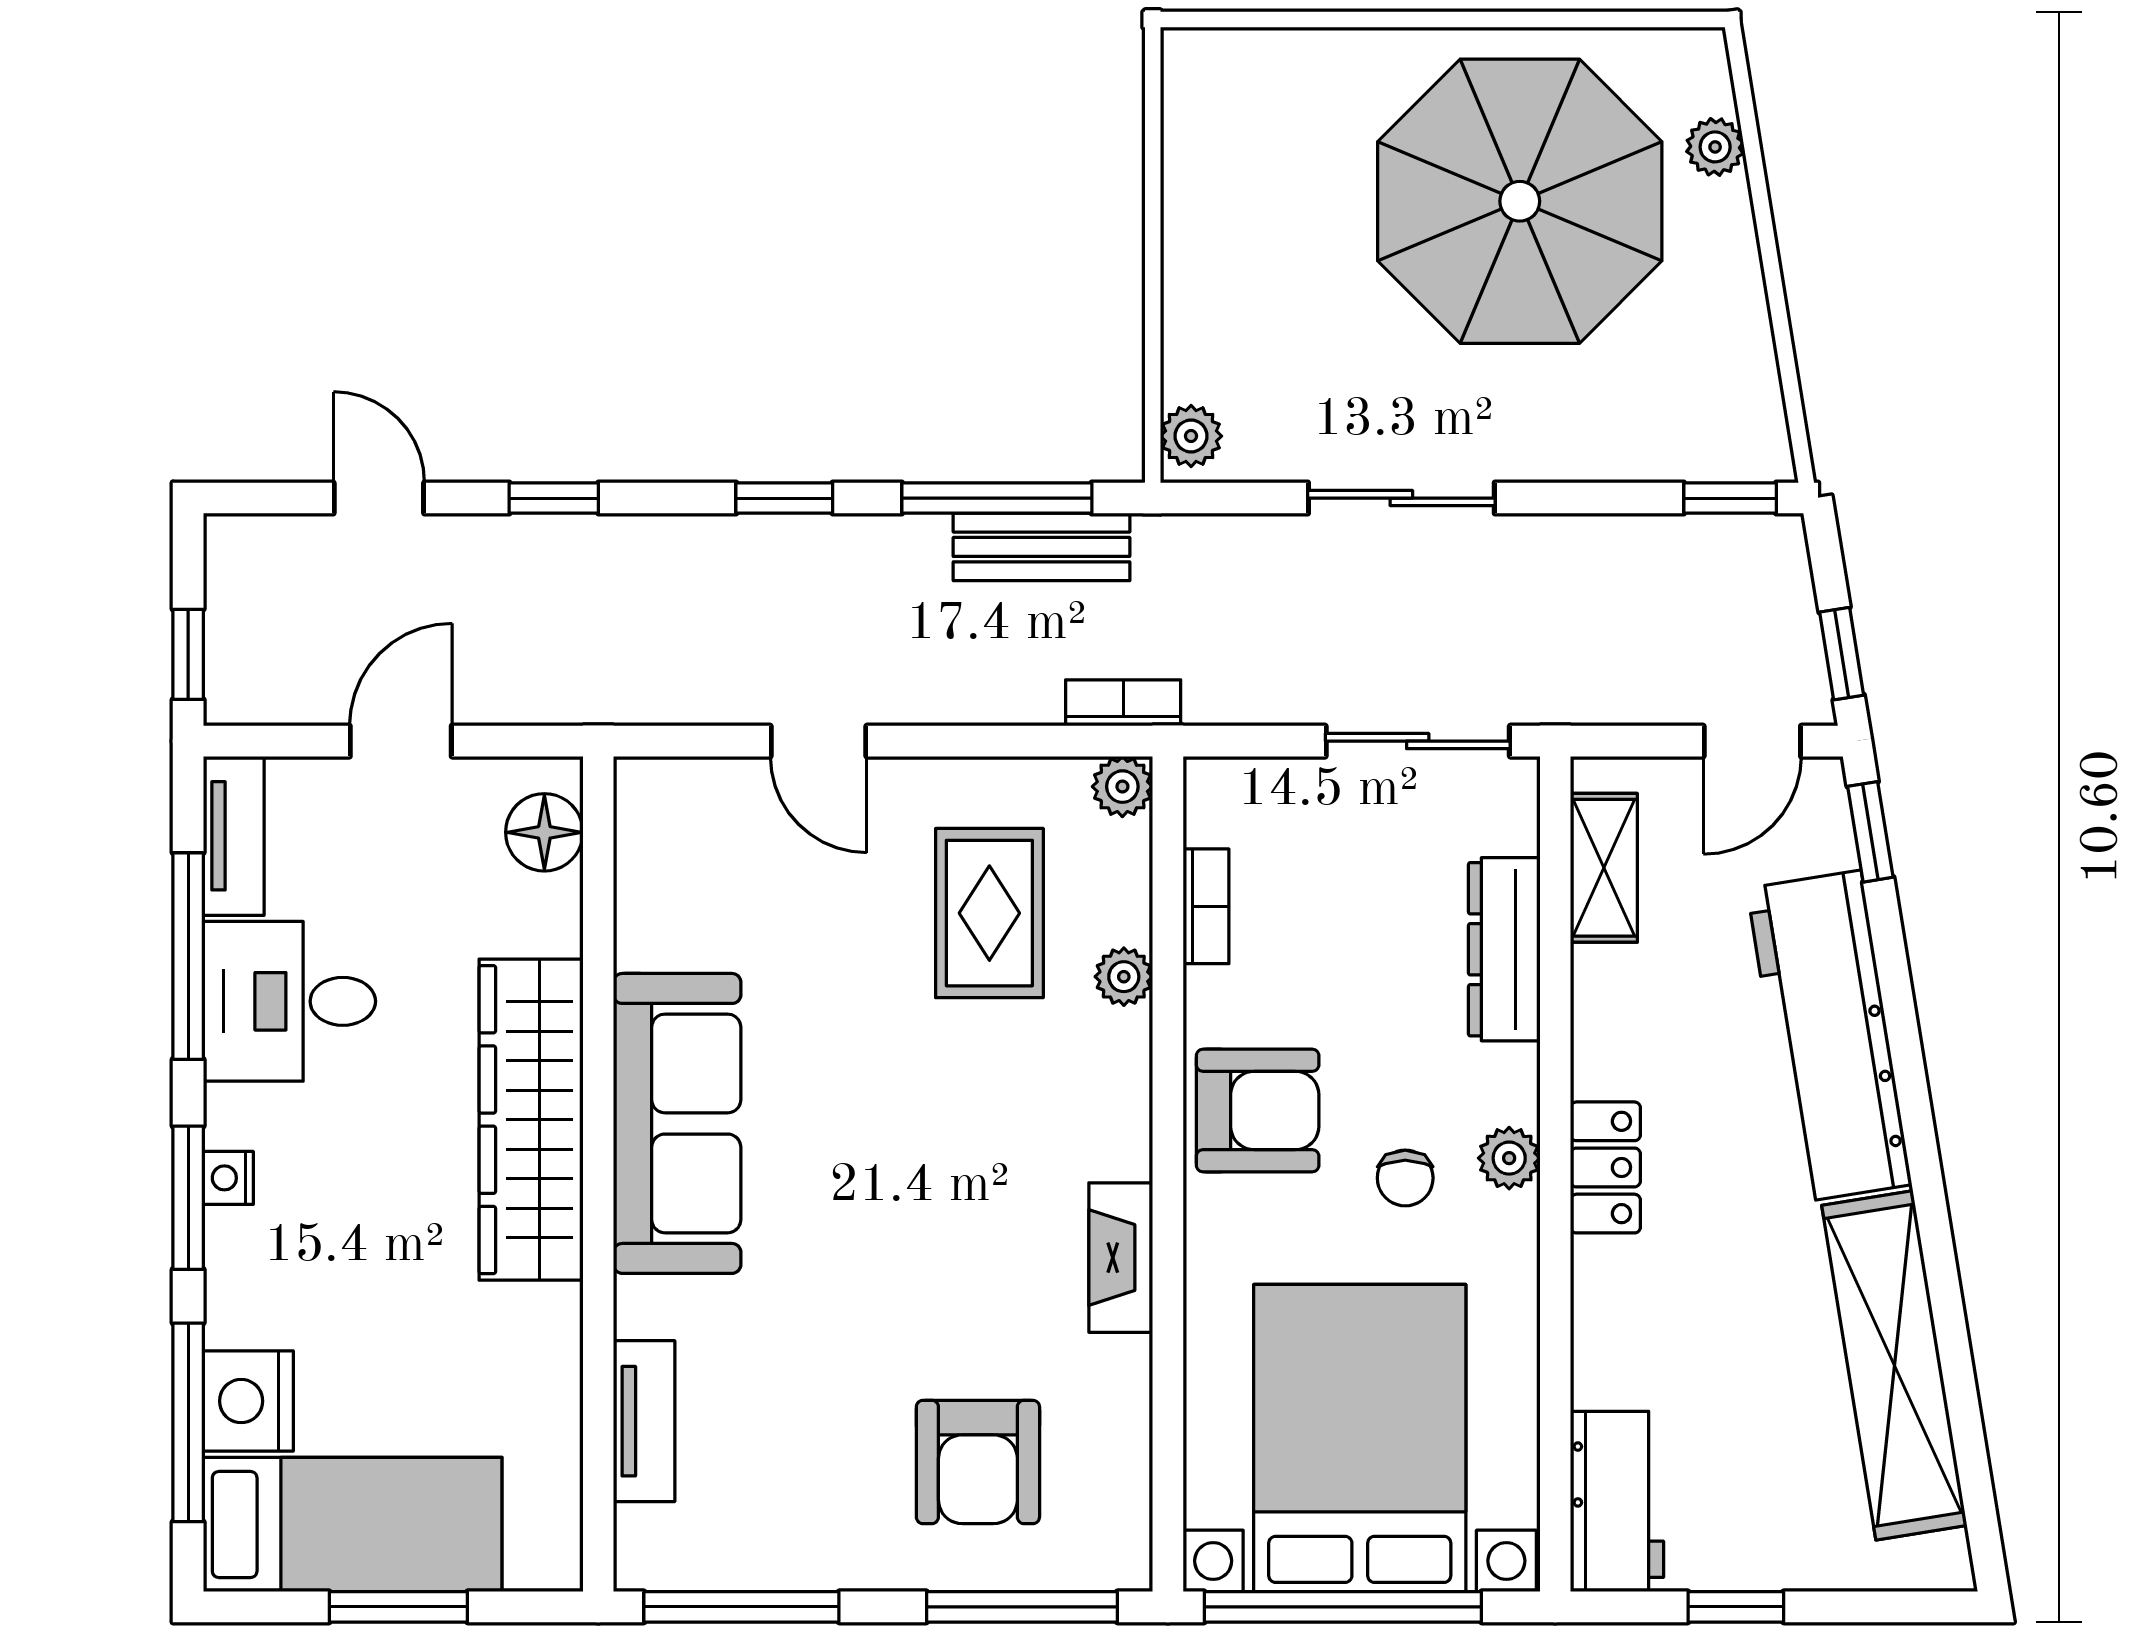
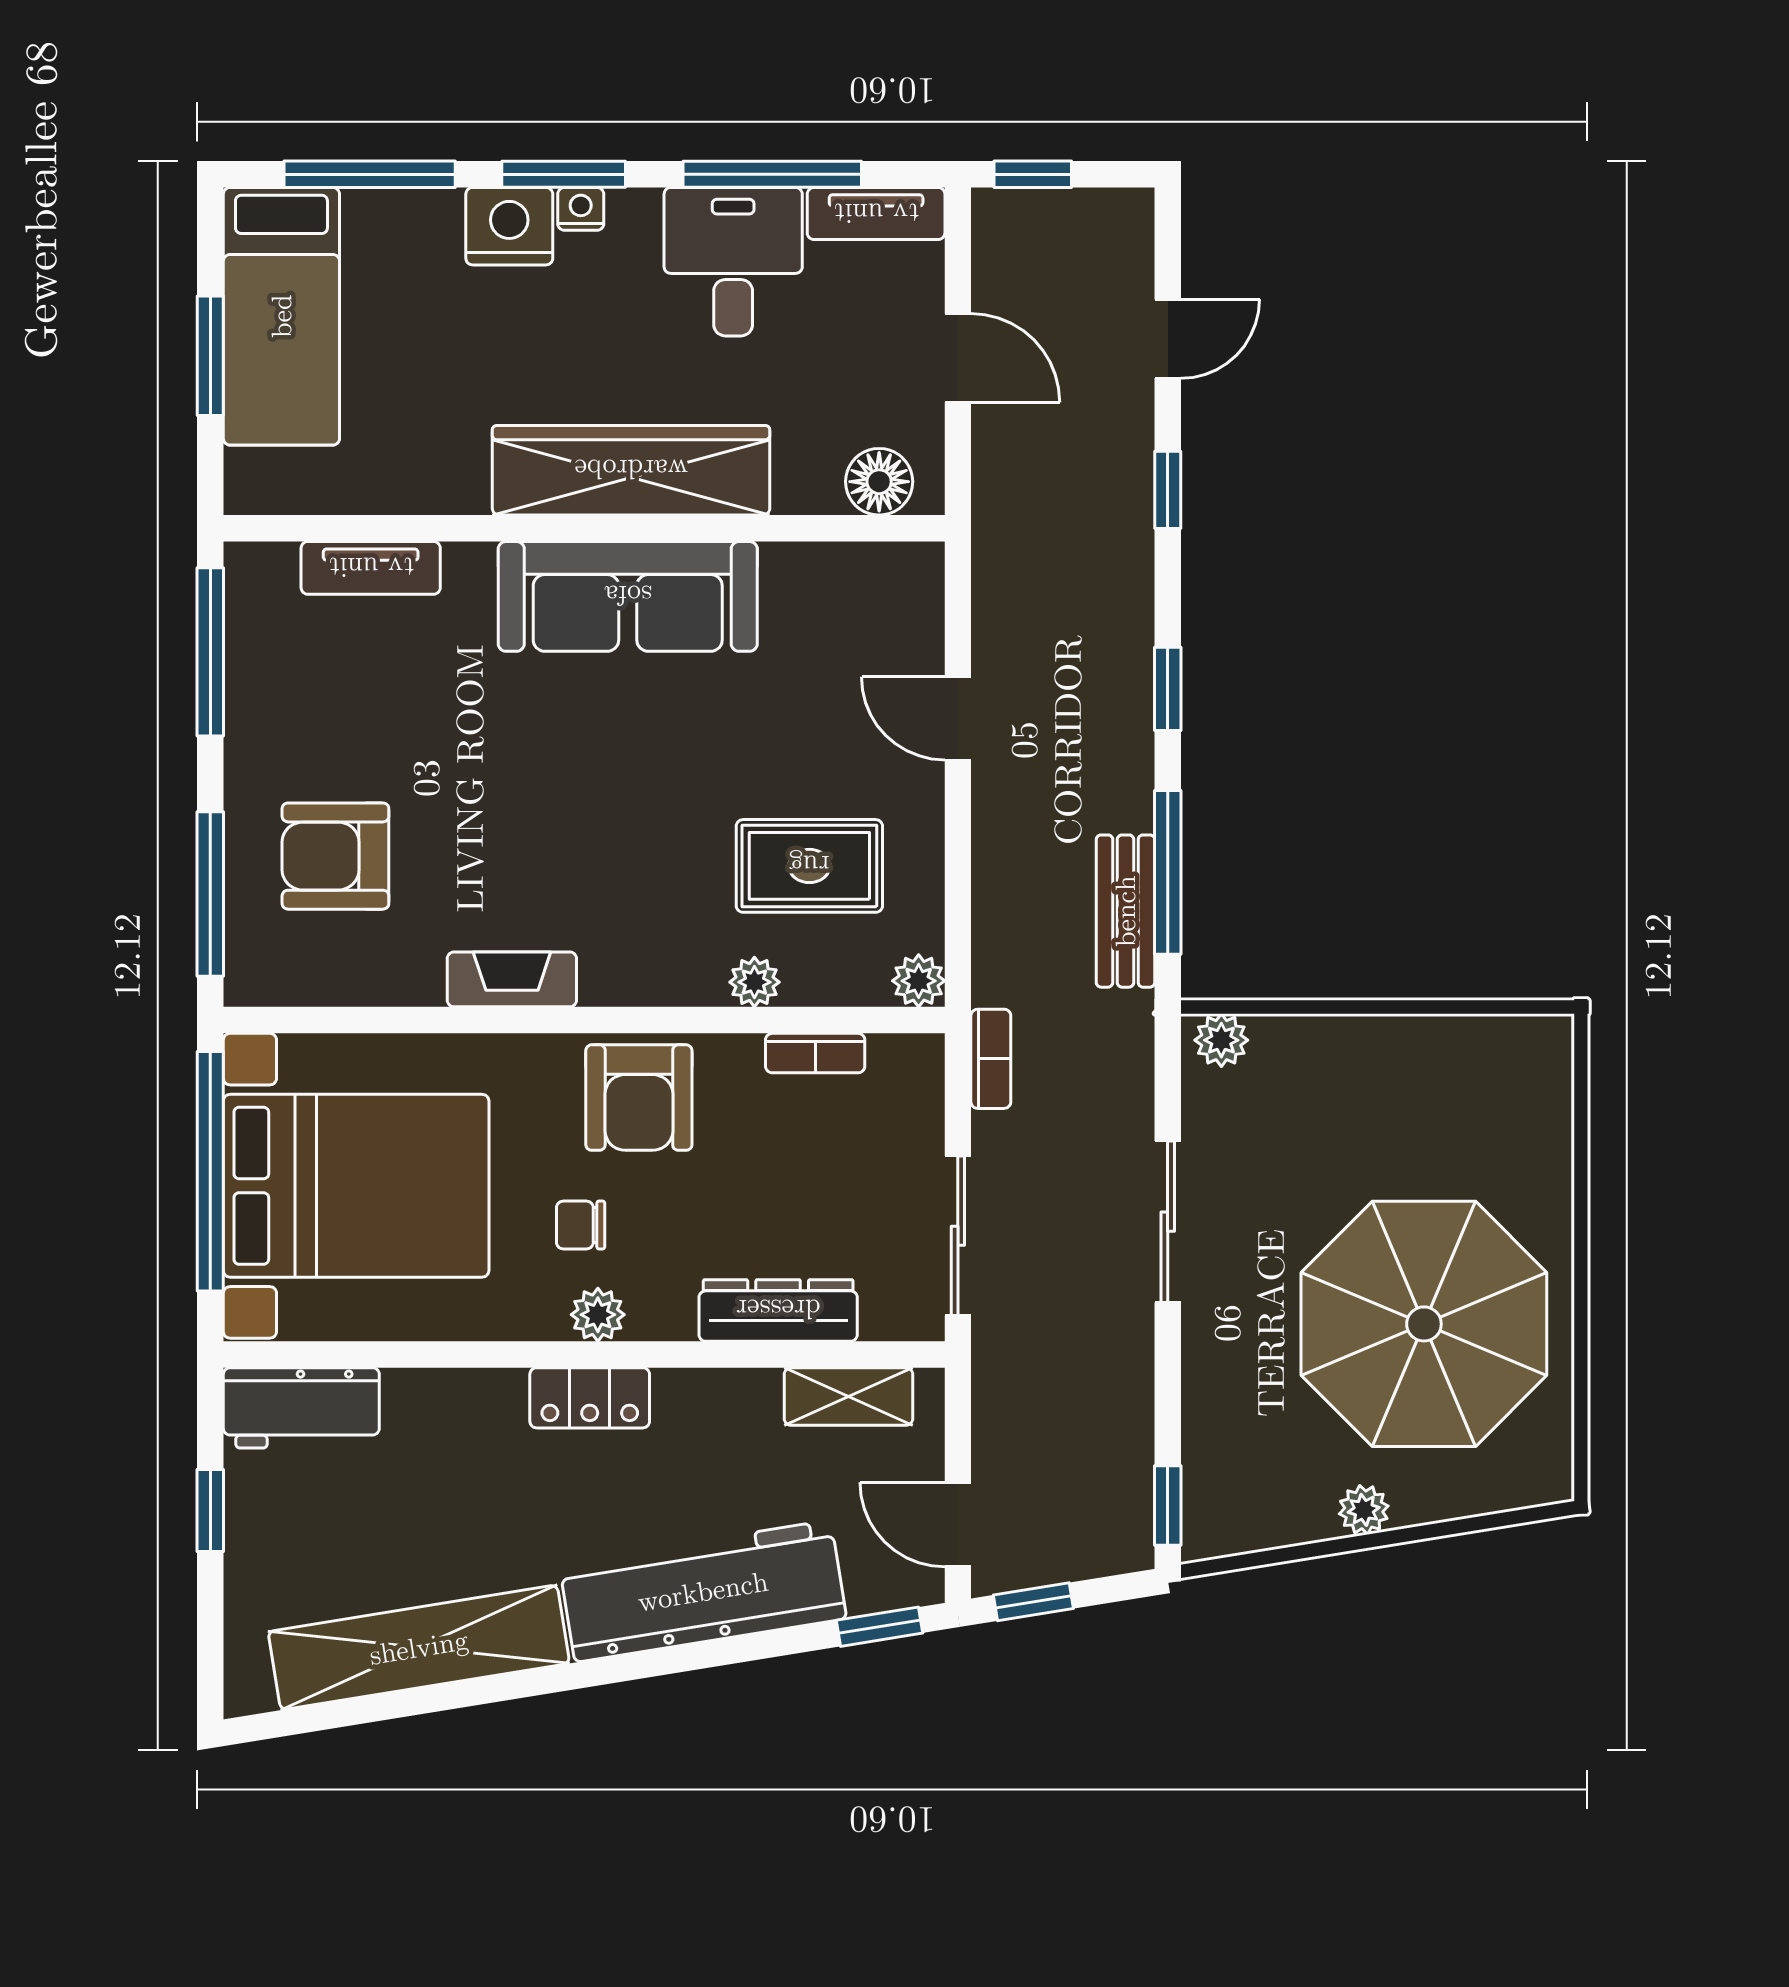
plant: (1715, 147) -> (1364, 1510), moved
bookcase: (1123, 703) -> (991, 1059), moved
door: (819, 741) -> (958, 718), hinge flipped
nightstand: (248, 1401) -> (509, 226), moved

